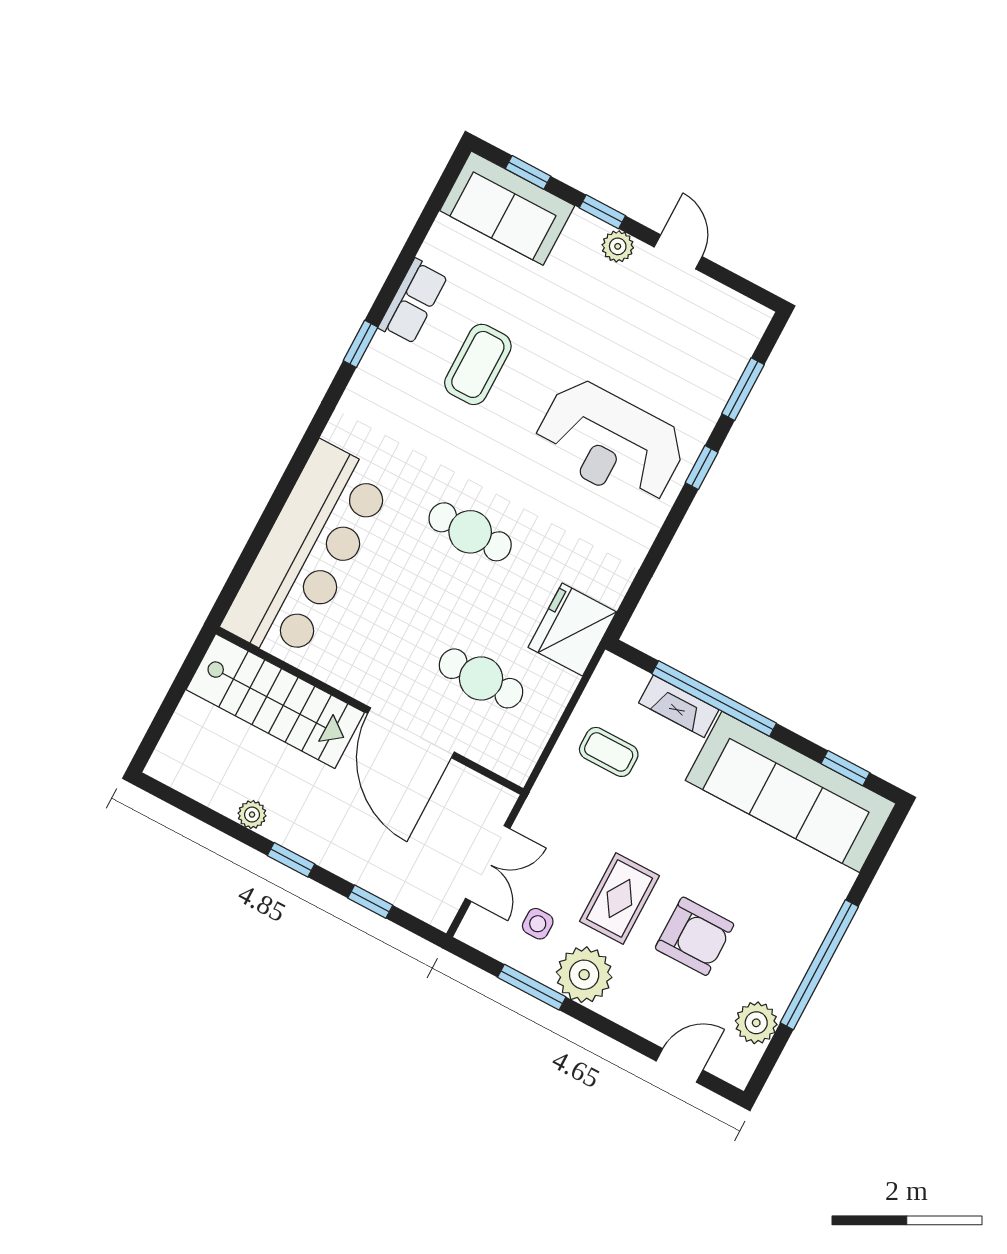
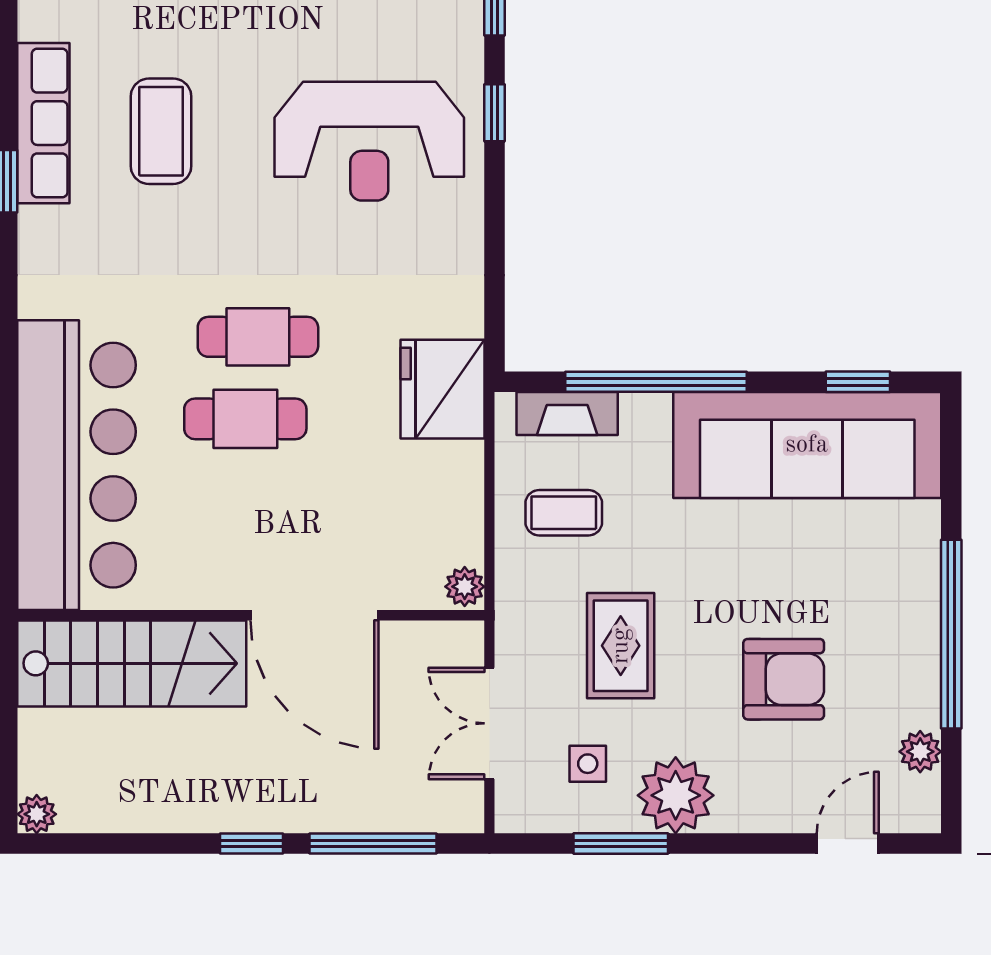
row of seats: (413, 302) -> (43, 123), width x1.48
cafe table: (481, 678) -> (245, 419), moved
fireplace: (679, 706) -> (567, 413), moved
plant: (519, 766) -> (465, 587), added
plant: (252, 815) -> (37, 814), moved
double door: (488, 864) -> (489, 723), swing flipped
rug: (619, 898) -> (621, 646), moved
window: (370, 902) -> (373, 844), width x2.17
plant: (756, 1023) -> (920, 752), width x0.73, depth x0.73

